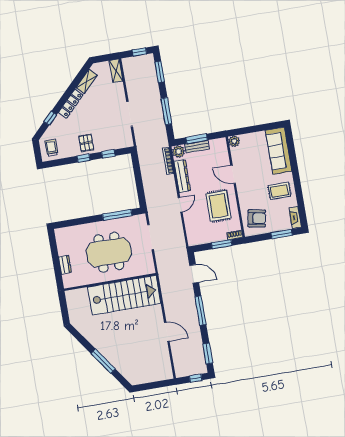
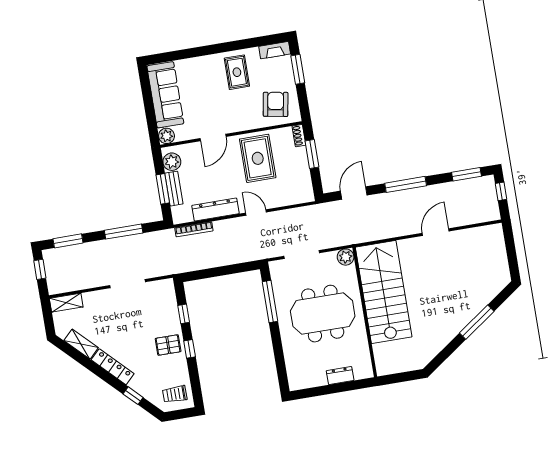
sofa: (279, 151) -> (165, 95), moved, turned -90
plant: (179, 152) -> (172, 162), moved
rug: (219, 206) -> (258, 158), turned 90
meeting table: (109, 252) -> (323, 314), turned 90
plant: (149, 268) -> (346, 257), added

